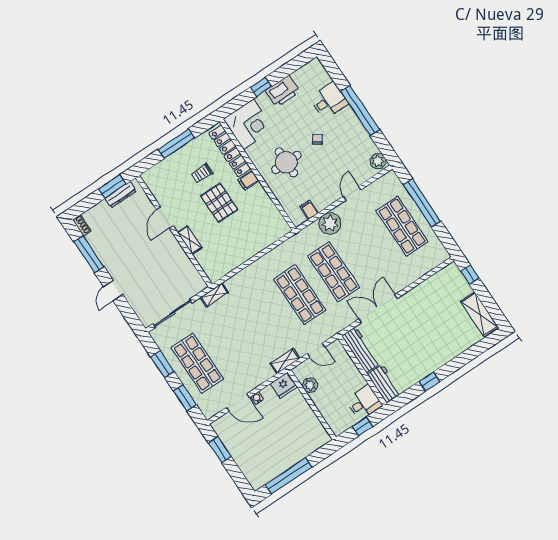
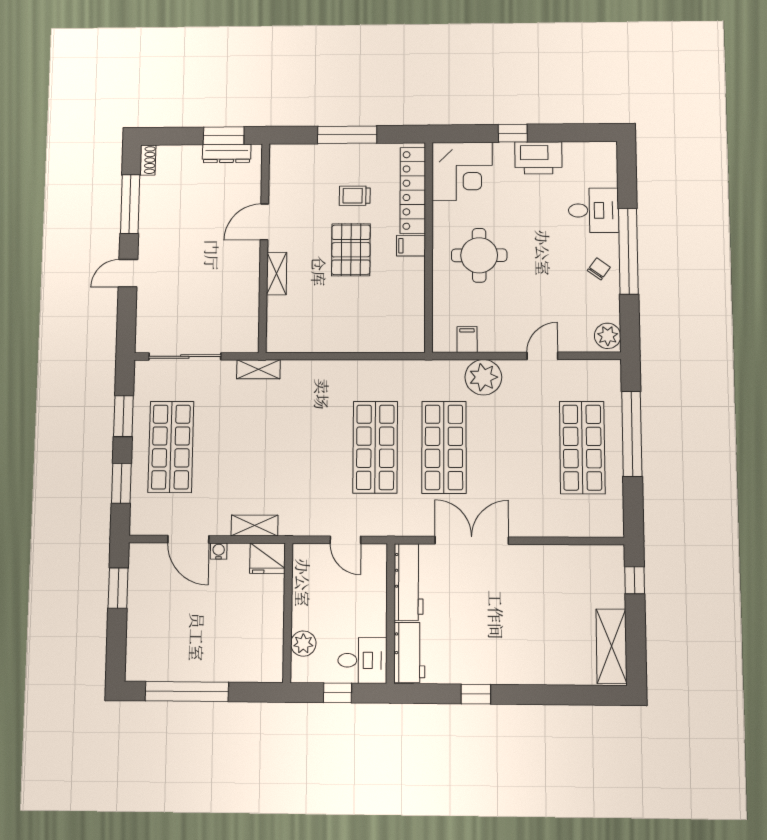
chair: (318, 139) -> (599, 269), moved
shelving: (285, 361) -> (255, 525), moved
plant: (310, 385) -> (303, 644), moved

